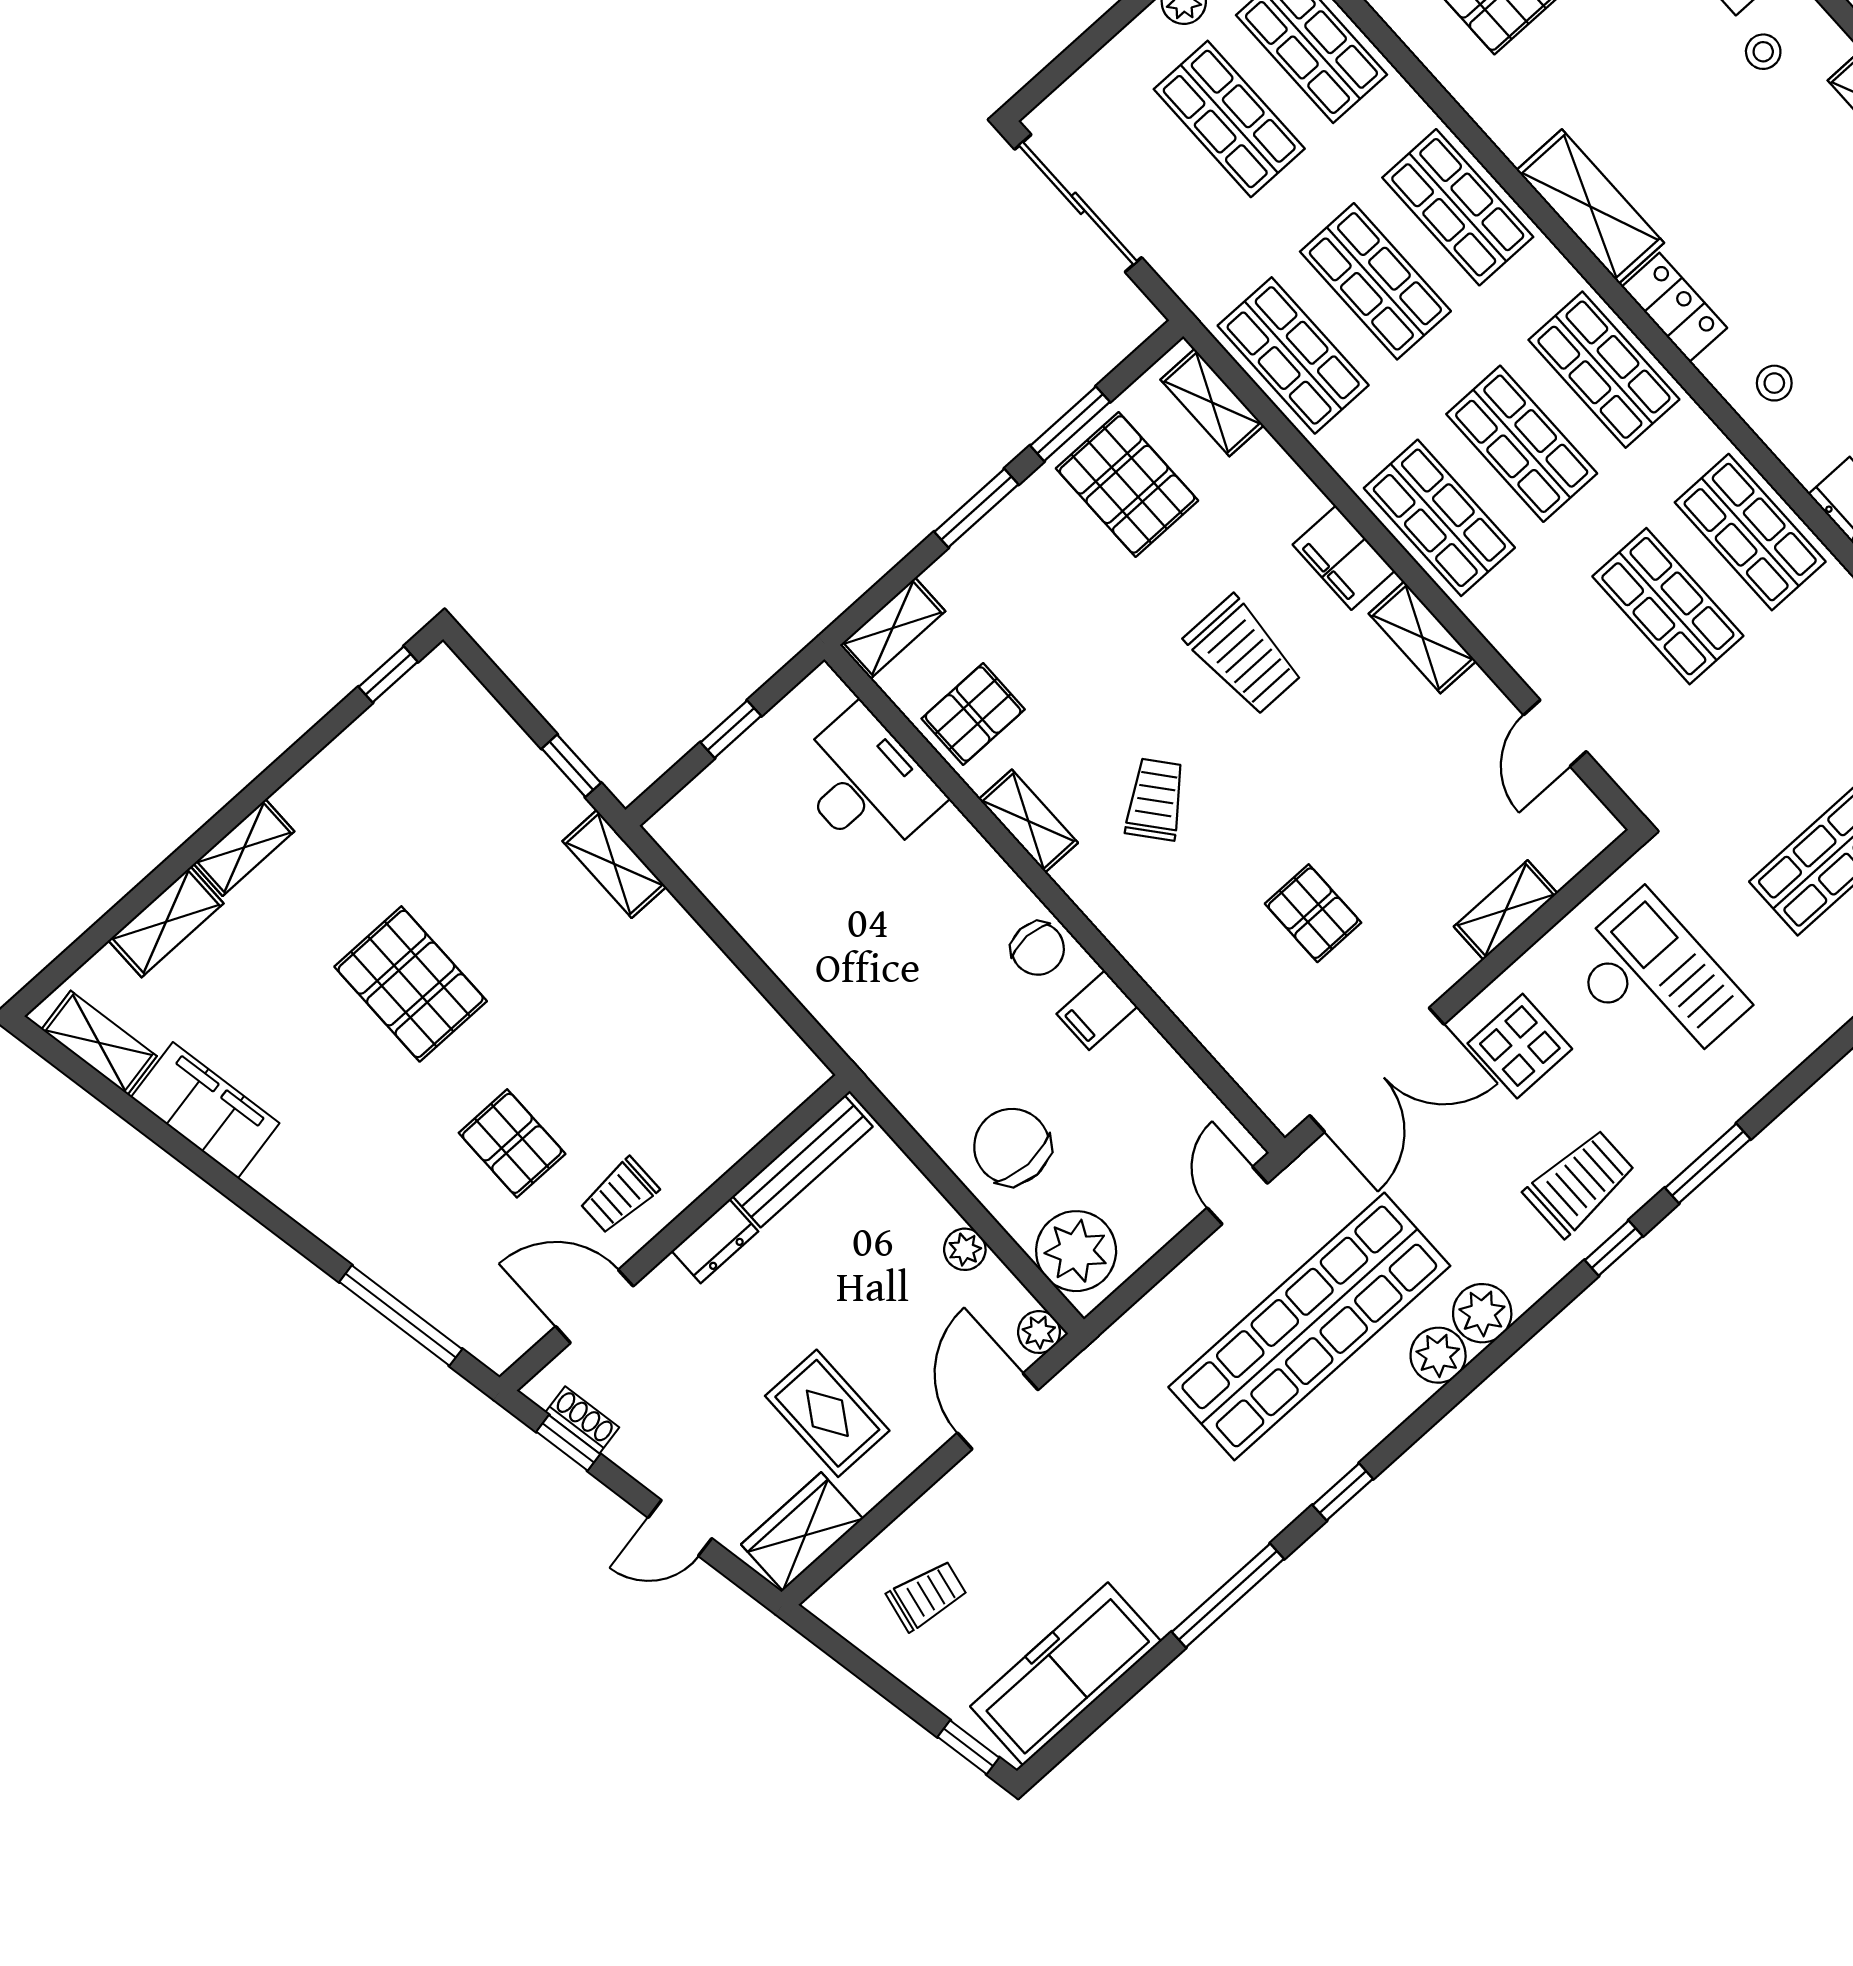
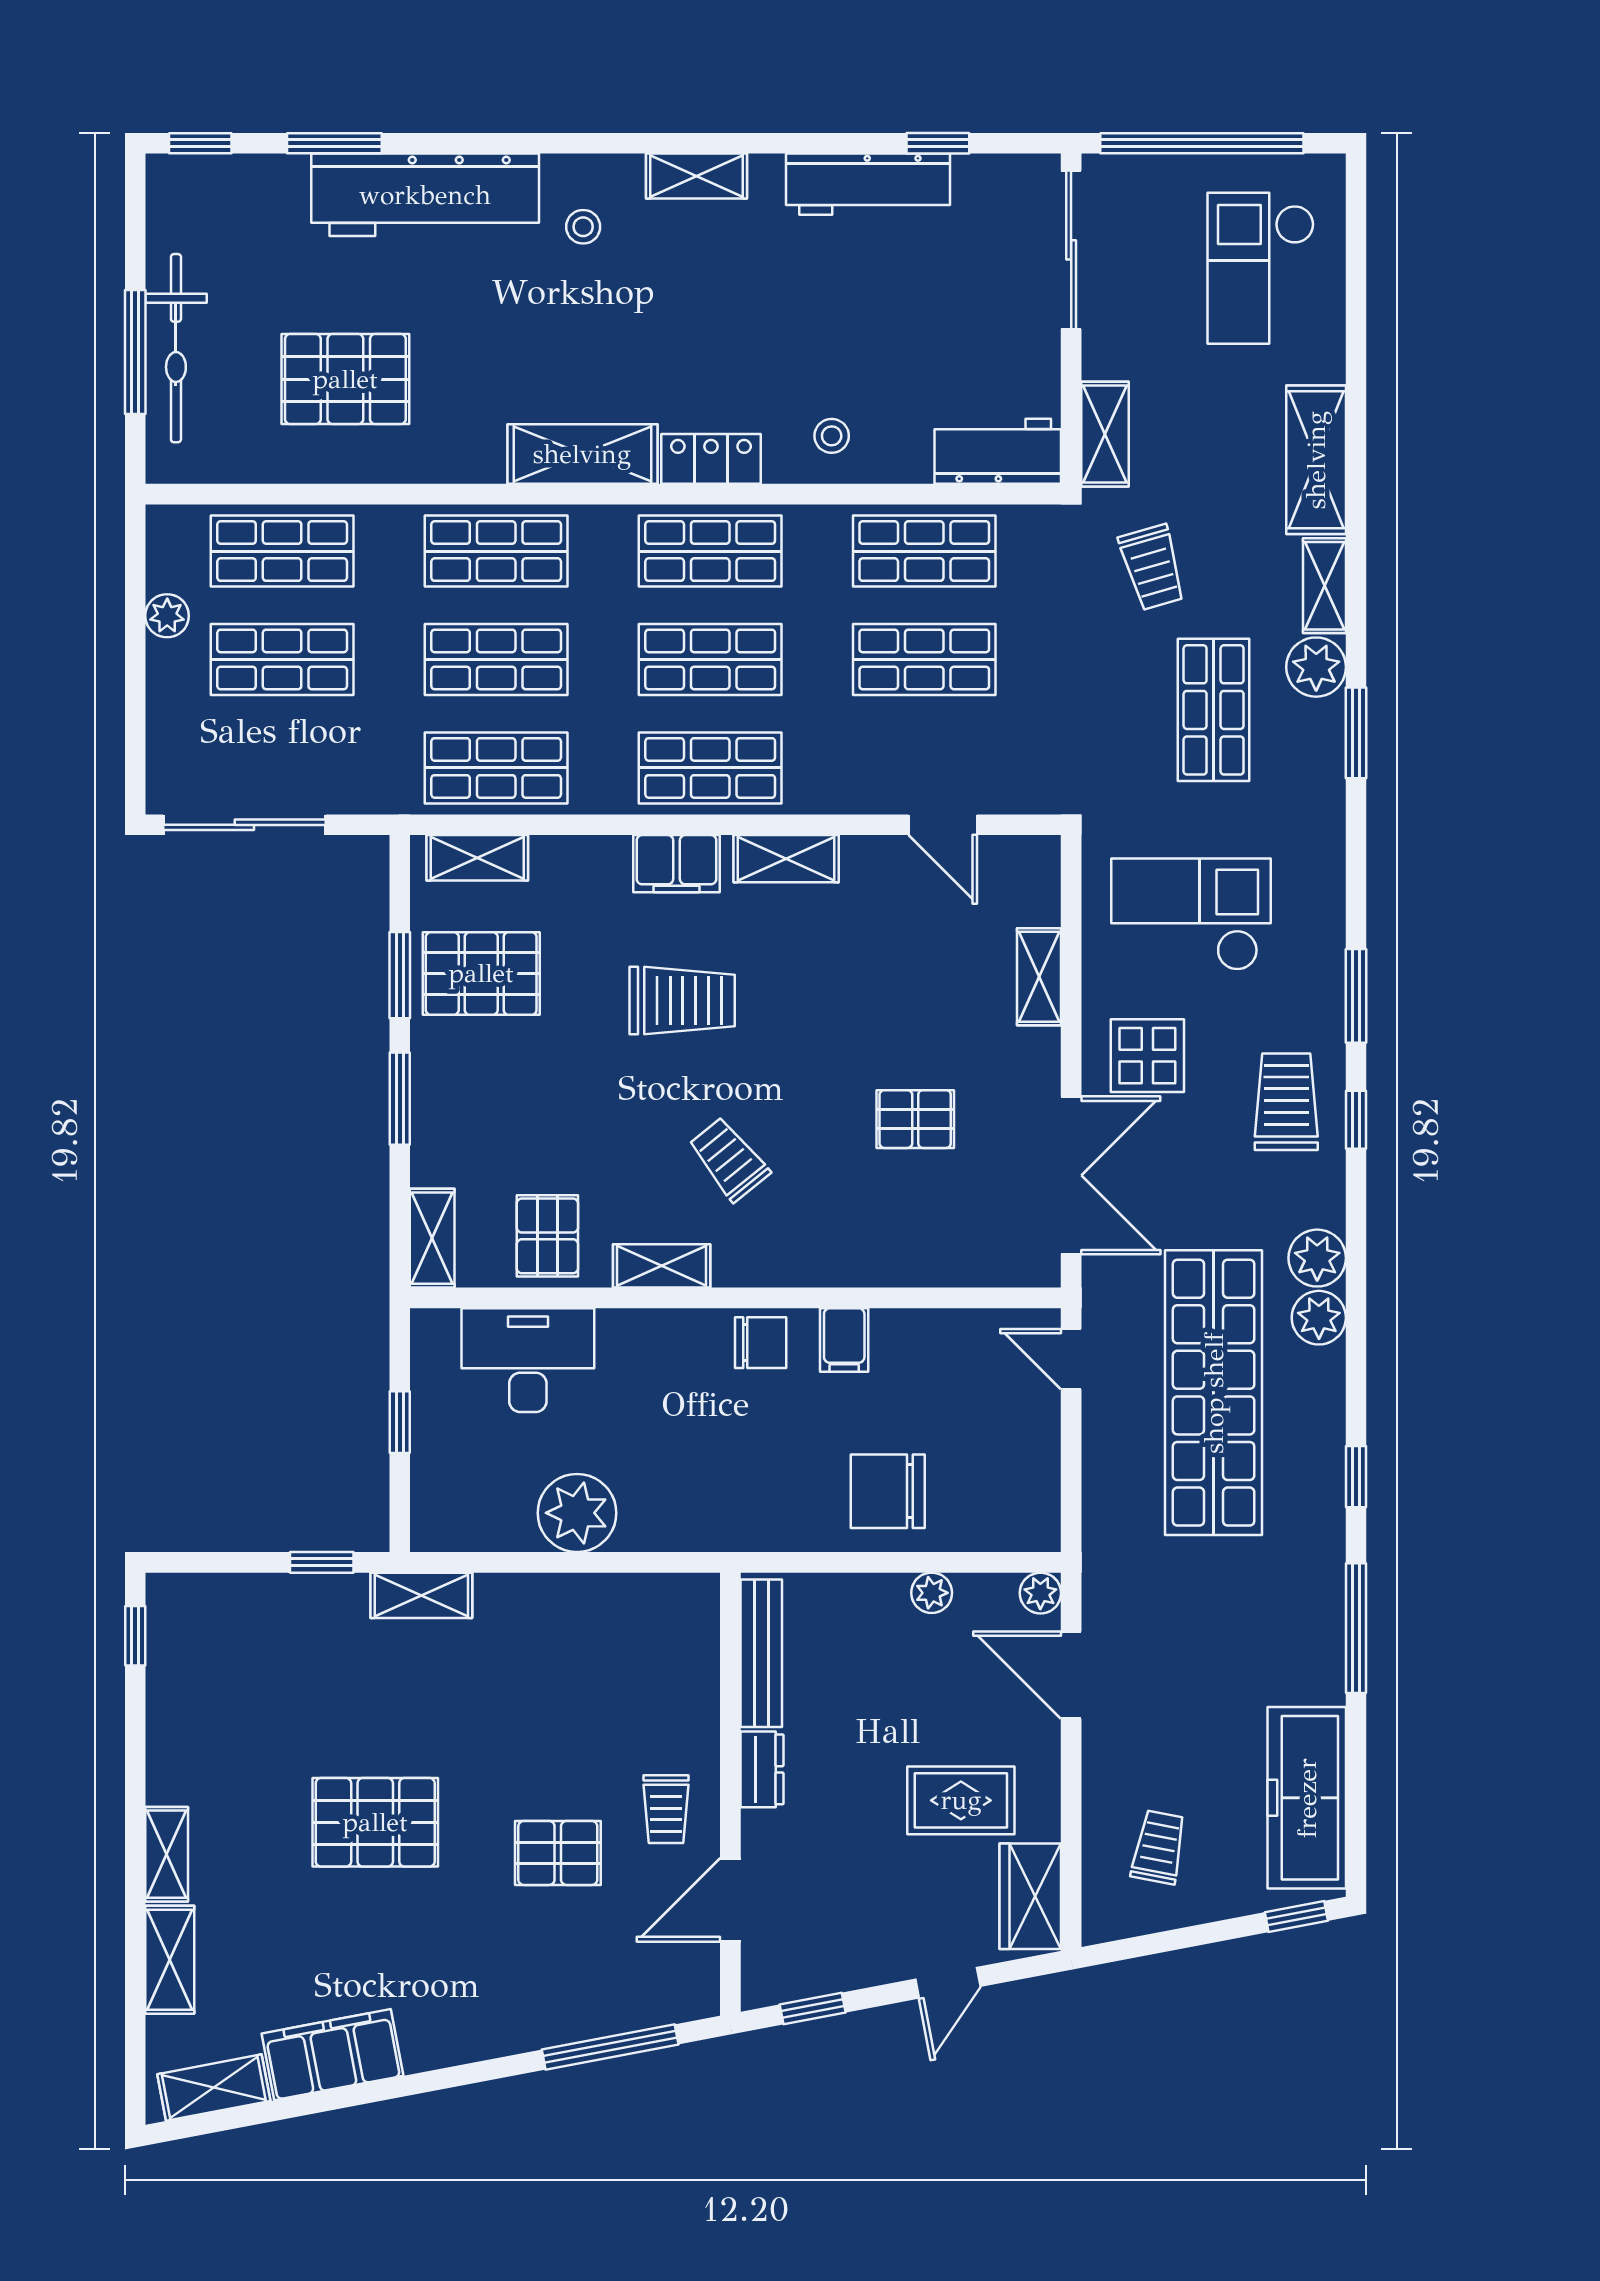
plant: (1076, 1251) -> (577, 1513), moved
shoe rack: (582, 1420) -> (805, 1983), removed

